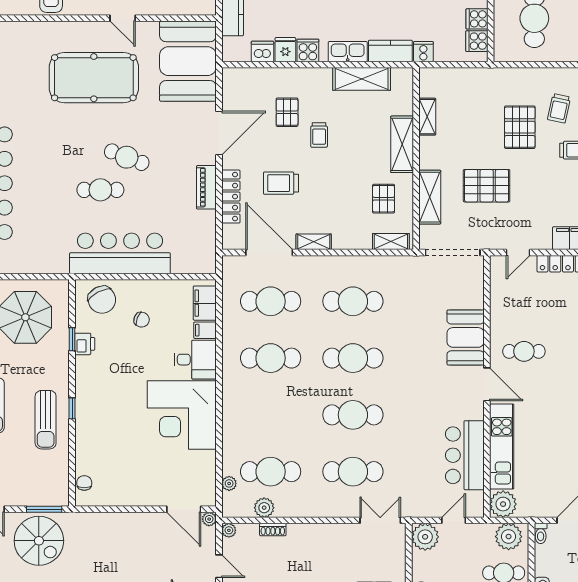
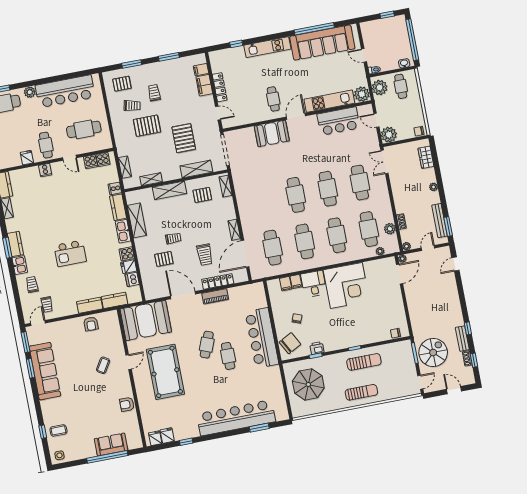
shelving: (456, 76) -> (125, 167), added
cafe table: (353, 301) -> (337, 235), moved
filing cabinet: (205, 303) -> (286, 284), width x0.50

